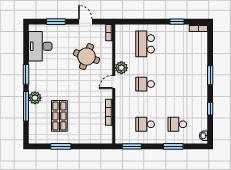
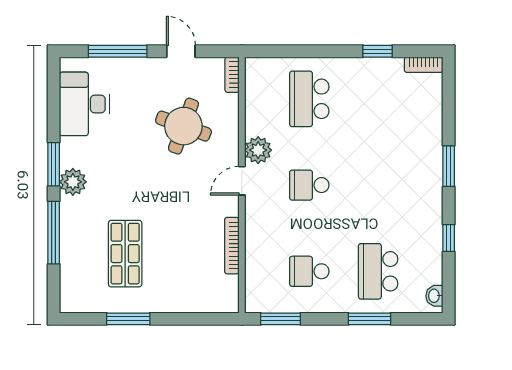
window: (56, 22) -> (118, 51), width x1.44
plant: (35, 98) -> (73, 182), moved
school desk: (177, 124) -> (378, 271), width x1.85

